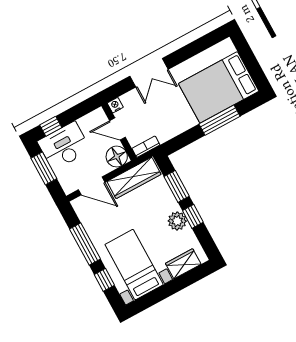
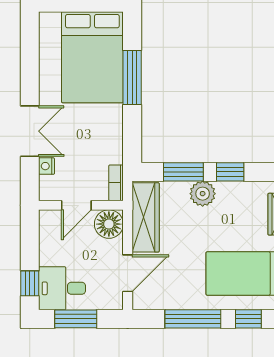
nightstand: (115, 105) -> (47, 166), moved
desk: (64, 146) -> (62, 288), width x0.73
plant: (177, 221) -> (203, 194), moved

